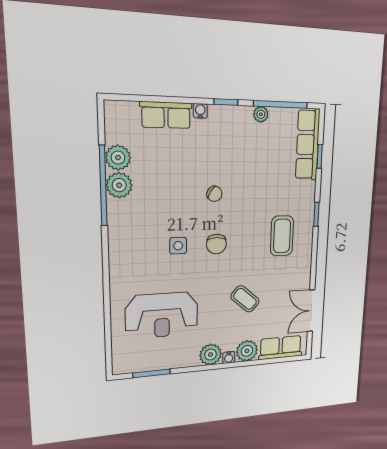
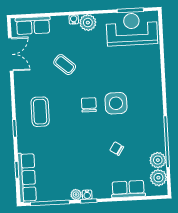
water cooler: (200, 111) -> (87, 195), moved
plant: (261, 114) -> (76, 195), moved
plant: (119, 185) -> (158, 178), moved
chair: (214, 194) -> (117, 149), moved
side table: (178, 246) -> (116, 103), width x1.87, depth x1.87
reception desk: (162, 315) -> (132, 29), moved
plant: (247, 351) -> (60, 24), removed

